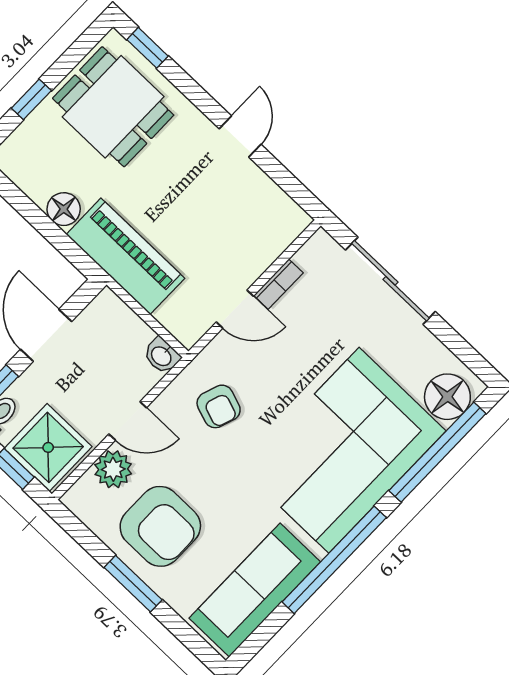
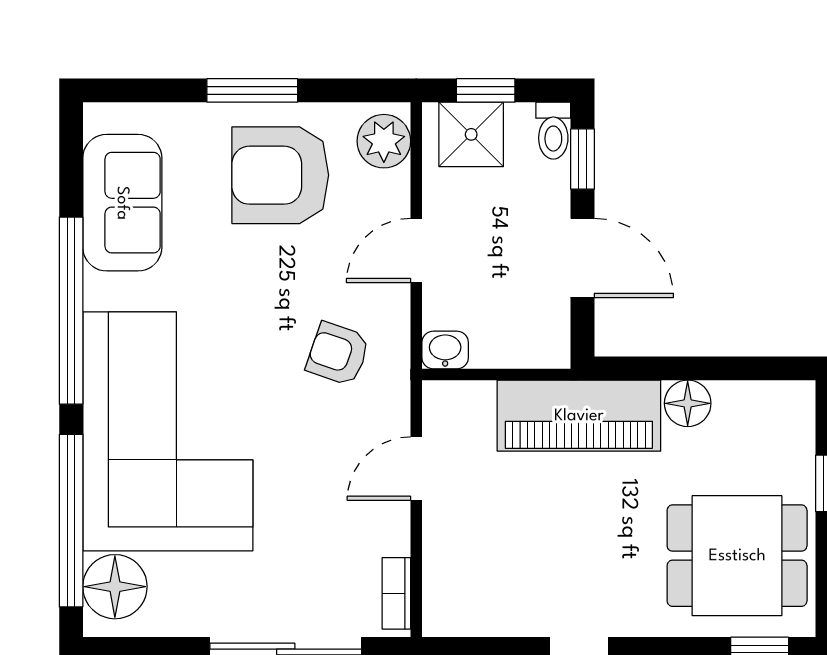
bookcase: (278, 284) -> (396, 593), moved
shower: (48, 447) -> (471, 134), width x0.73, depth x0.73
plant: (113, 469) -> (384, 141), moved
sofa: (255, 590) -> (122, 203), width x0.73

